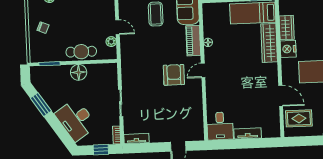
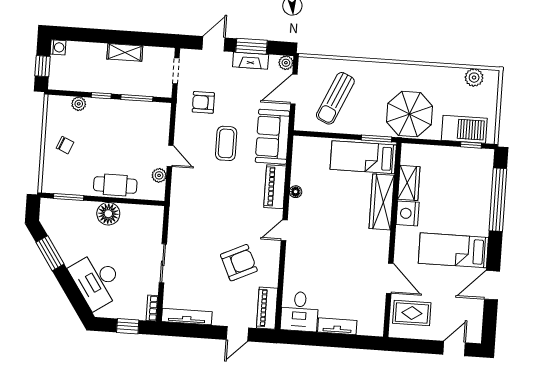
armchair: (174, 75) -> (239, 263), moved, turned 65
piano: (197, 126) -> (267, 308), added
tv unit: (136, 139) -> (187, 317), width x1.41

